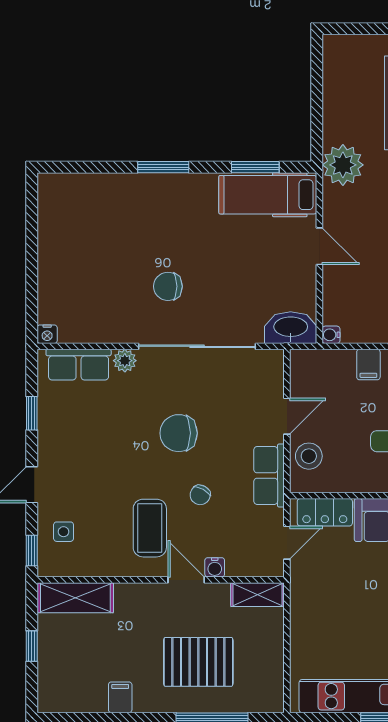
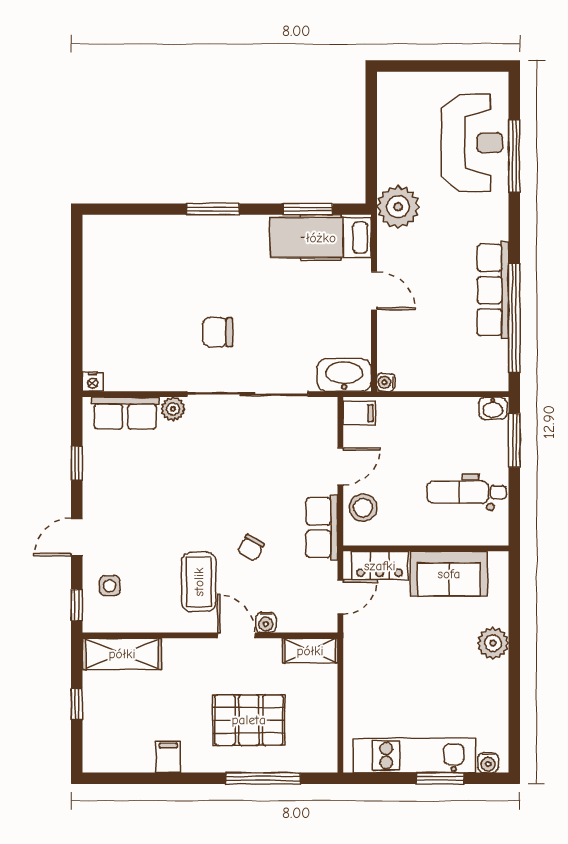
filing cabinet: (368, 365) -> (359, 413), moved, turned -90
chair: (179, 433) -> (229, 484), removed

